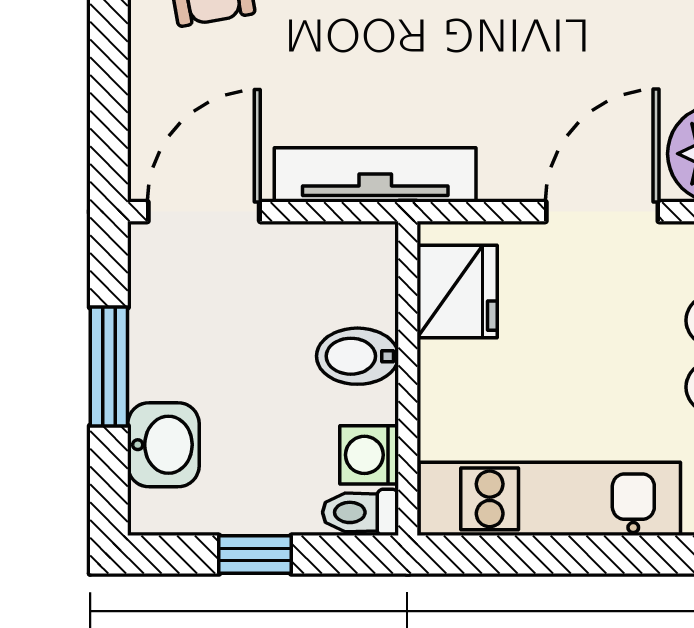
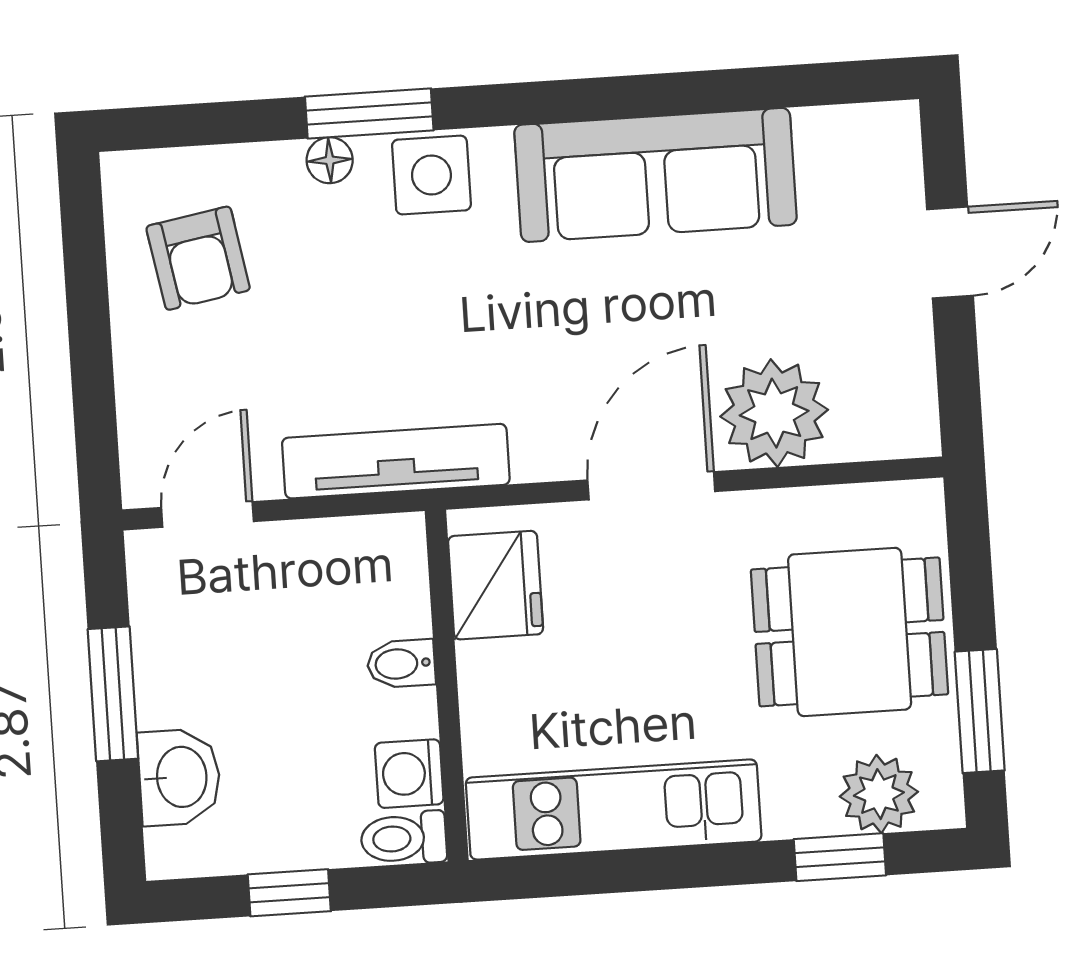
door: (204, 212) -> (207, 515), width x0.73
bidet: (357, 356) -> (401, 664), width x0.72, depth x0.74

